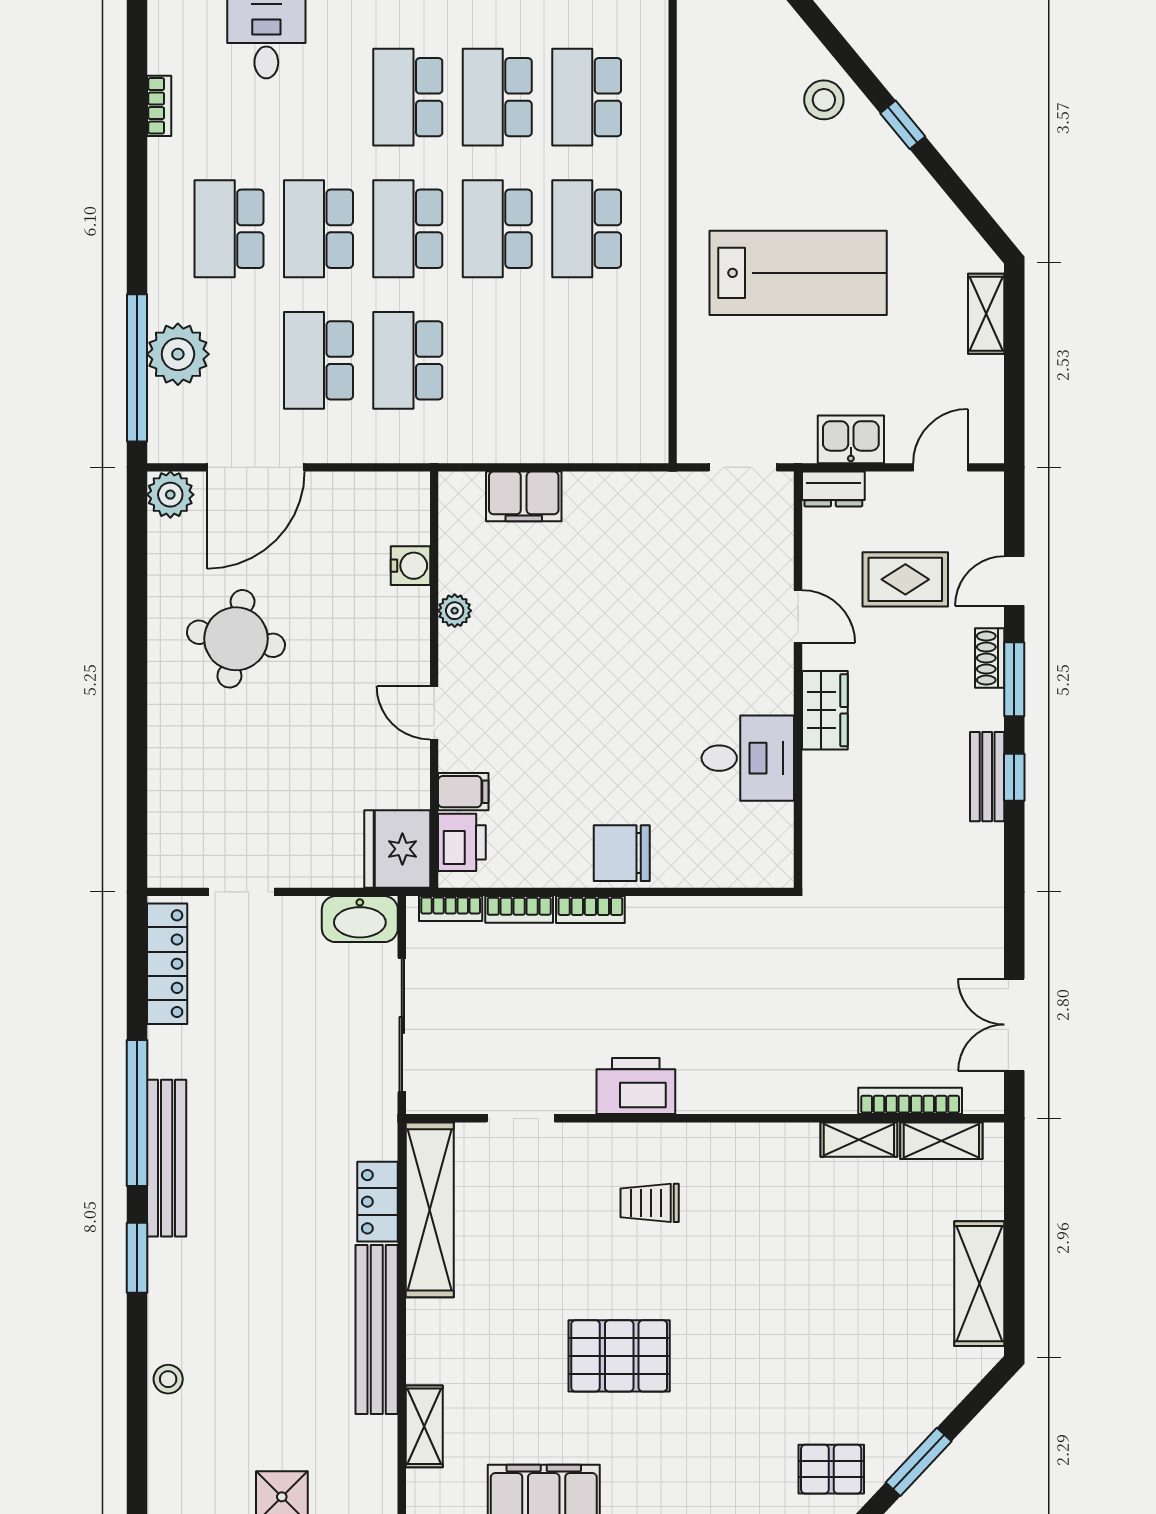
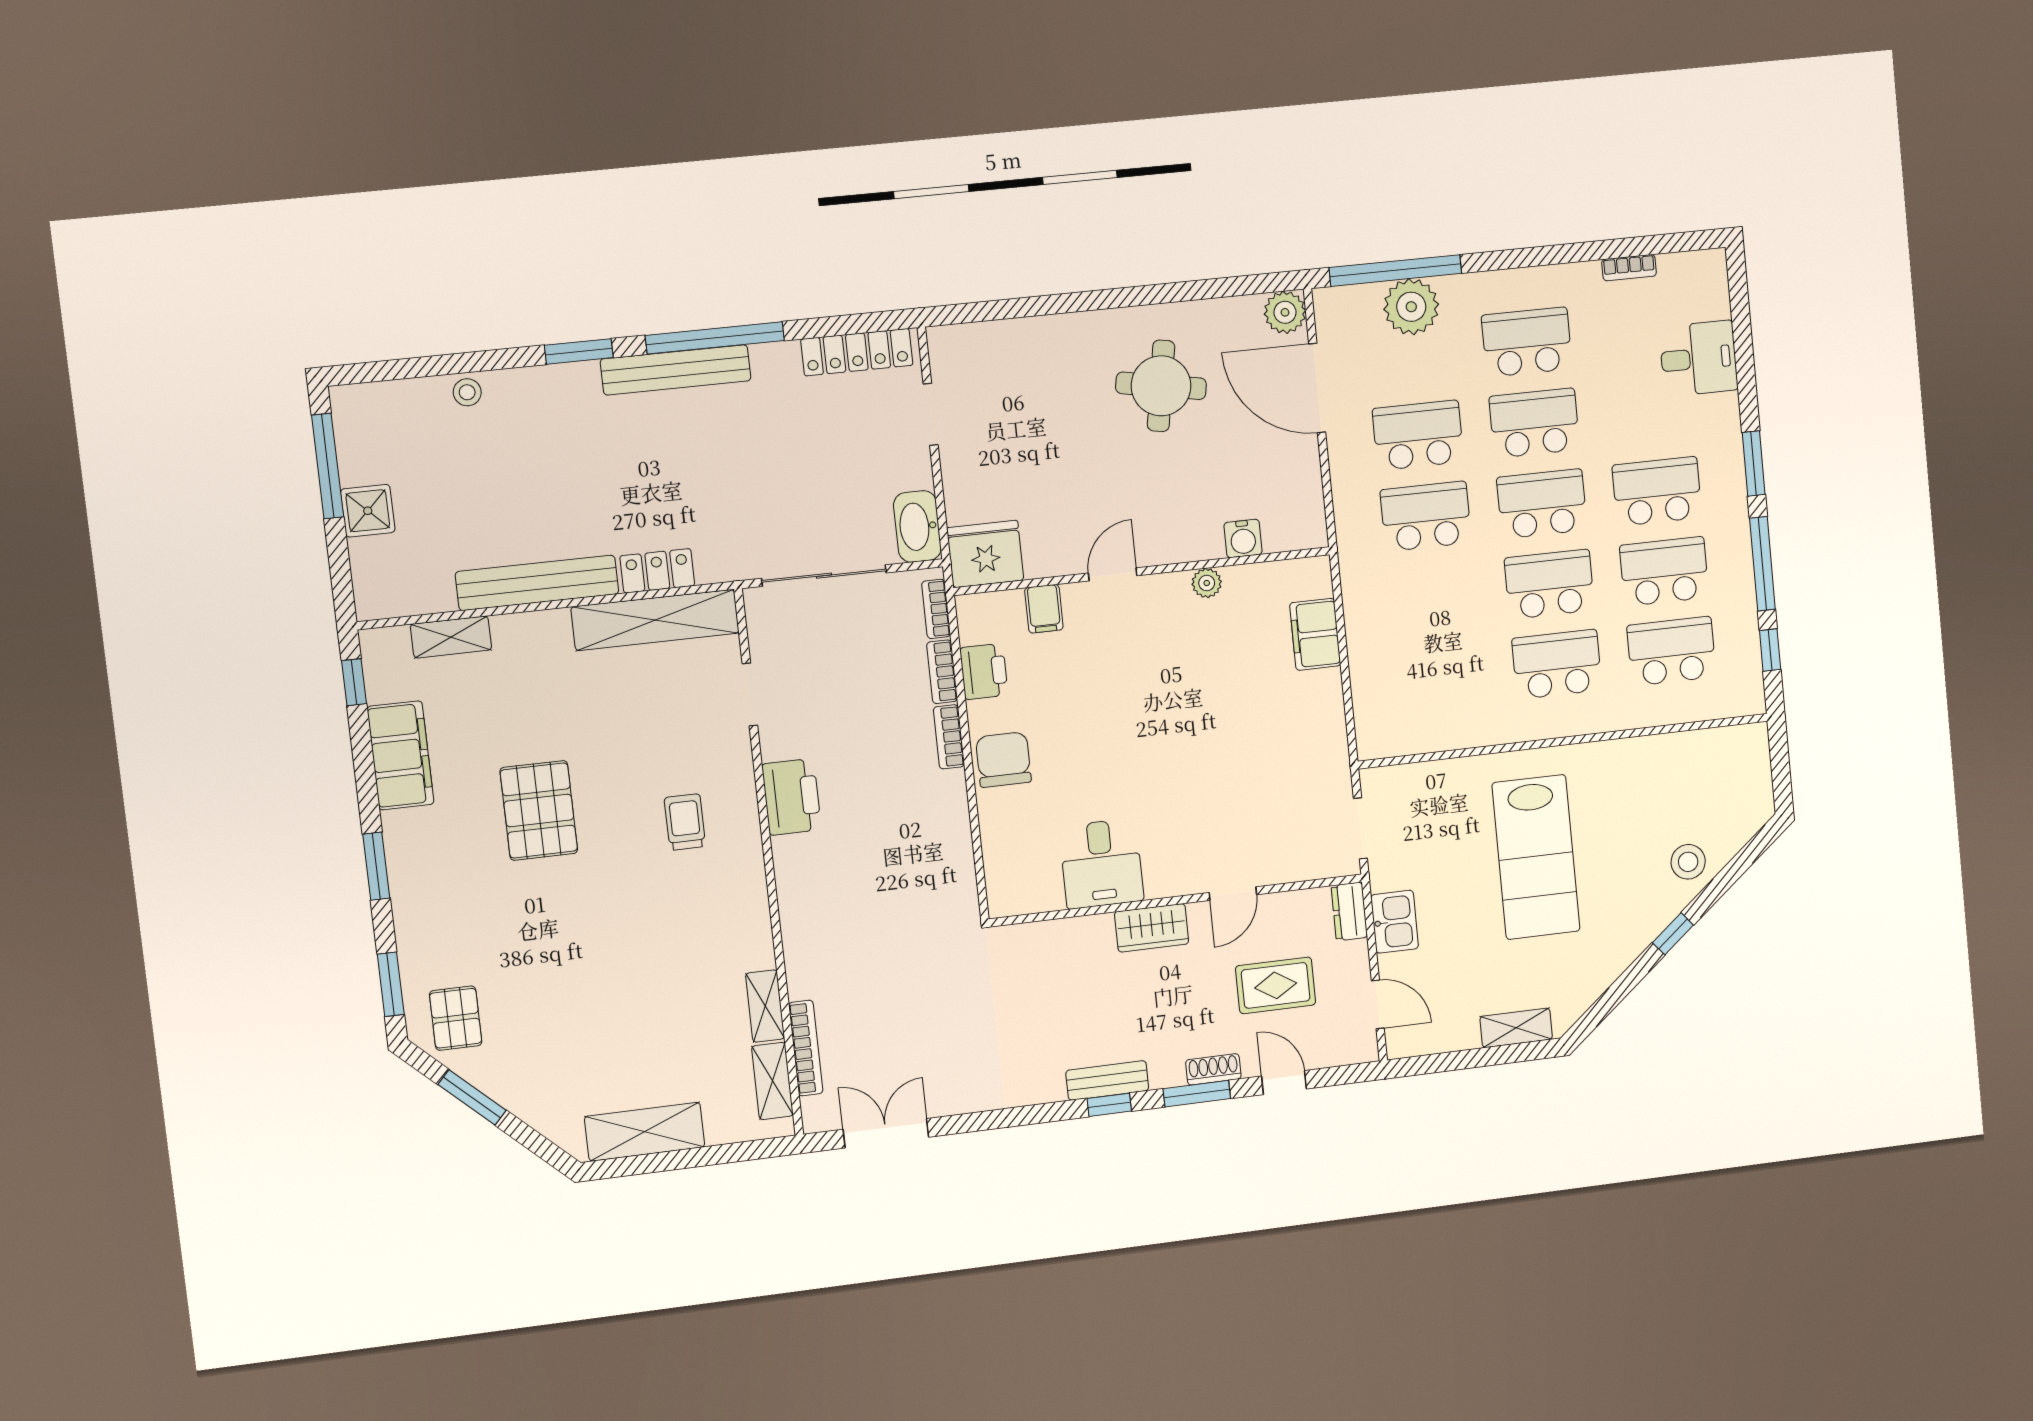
rug: (905, 579) -> (1276, 985), turned 90
printer: (462, 842) -> (984, 671), moved, turned -90

